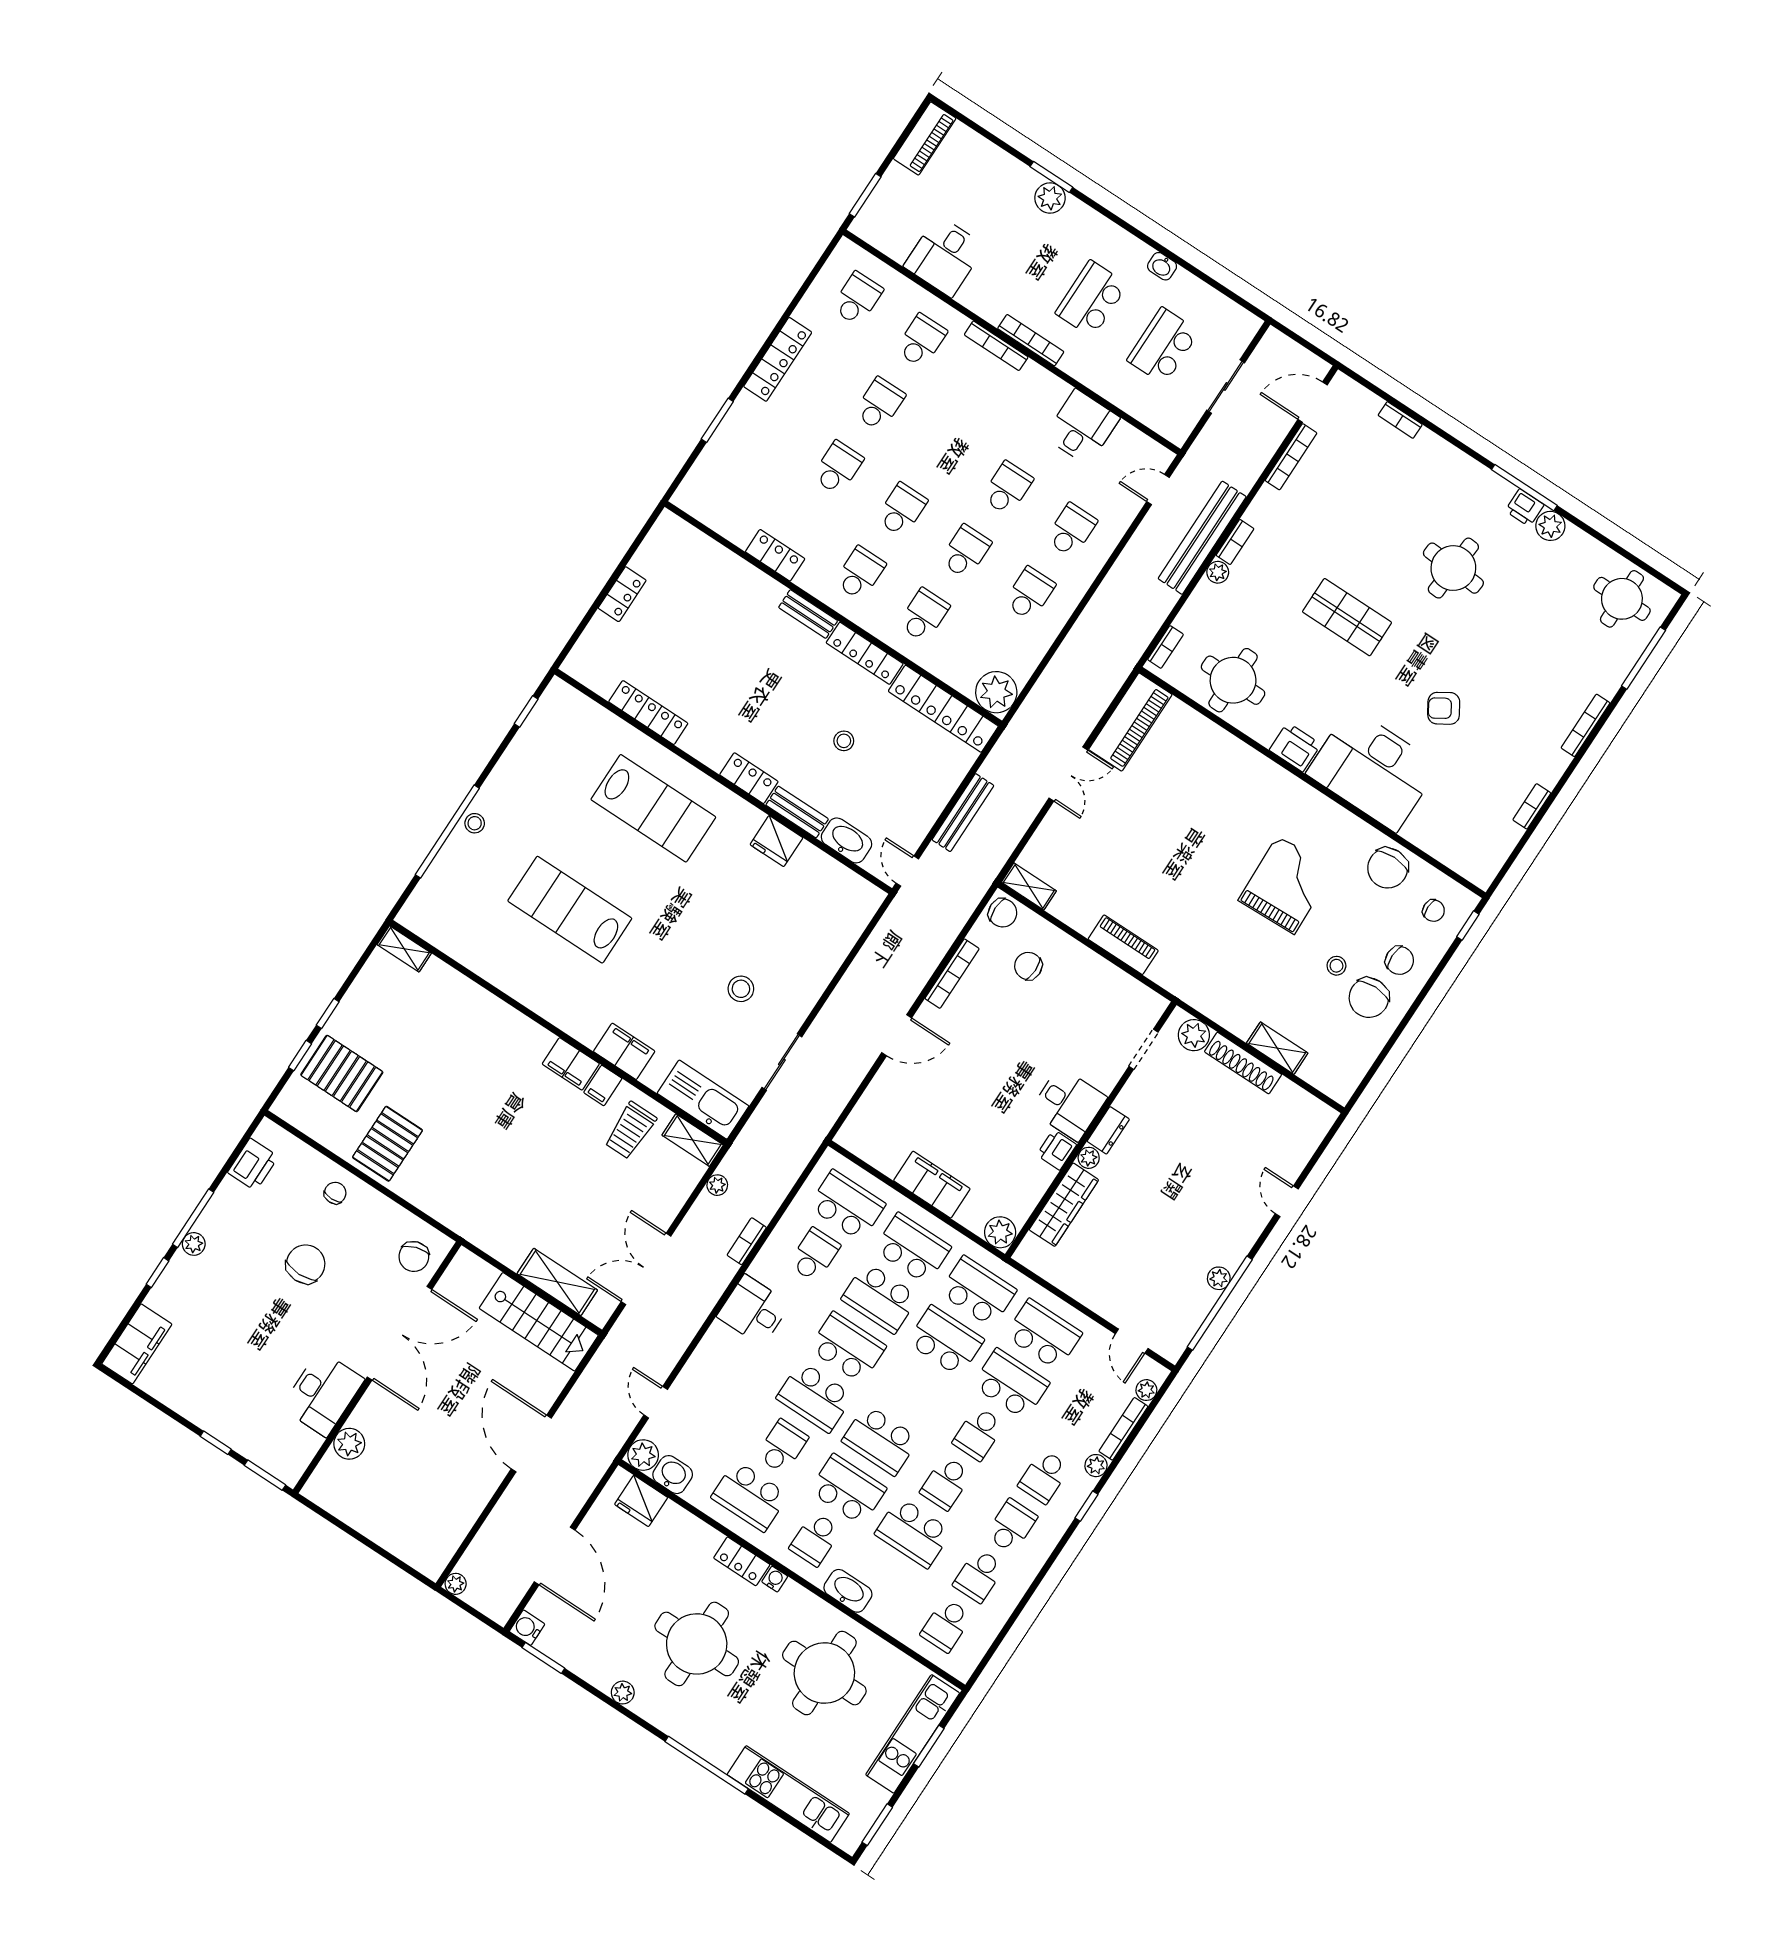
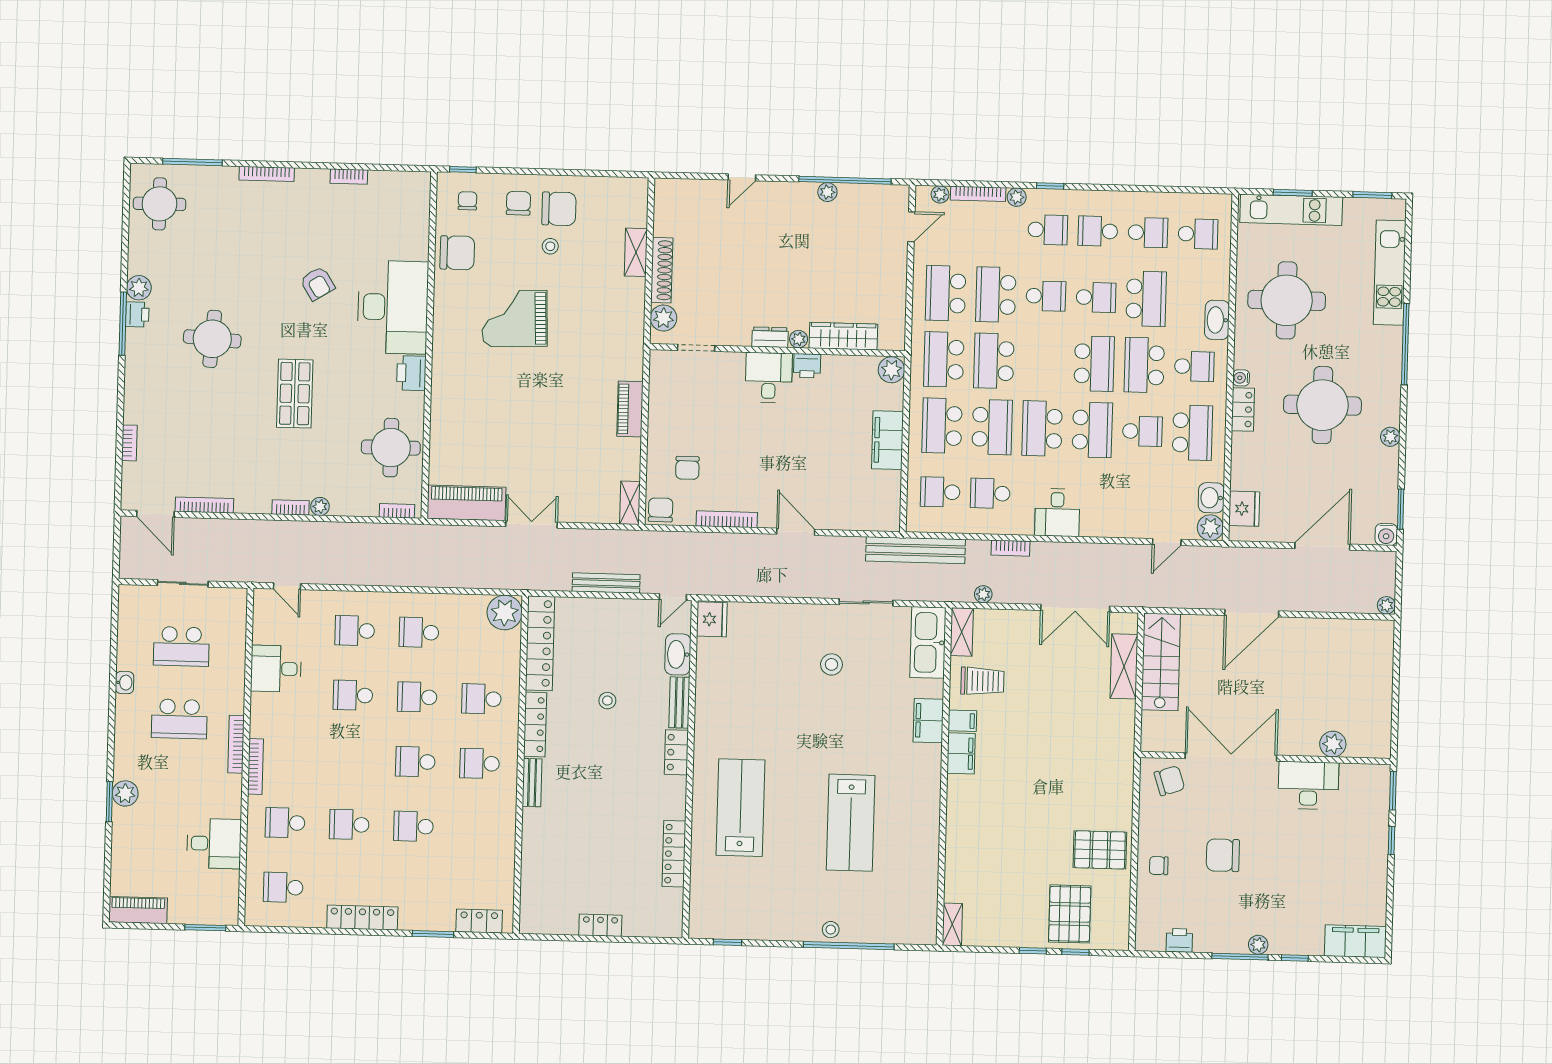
bench: (1202, 538) -> (916, 550), moved
locker: (775, 555) -> (479, 921), moved, turned 90
fridge: (776, 841) -> (712, 619), moved
printer: (253, 1165) -> (1179, 940), width x0.73, depth x0.81
school desk: (847, 1205) -> (940, 492), width x0.54
school desk: (782, 1447) -> (1142, 431), turned 180

